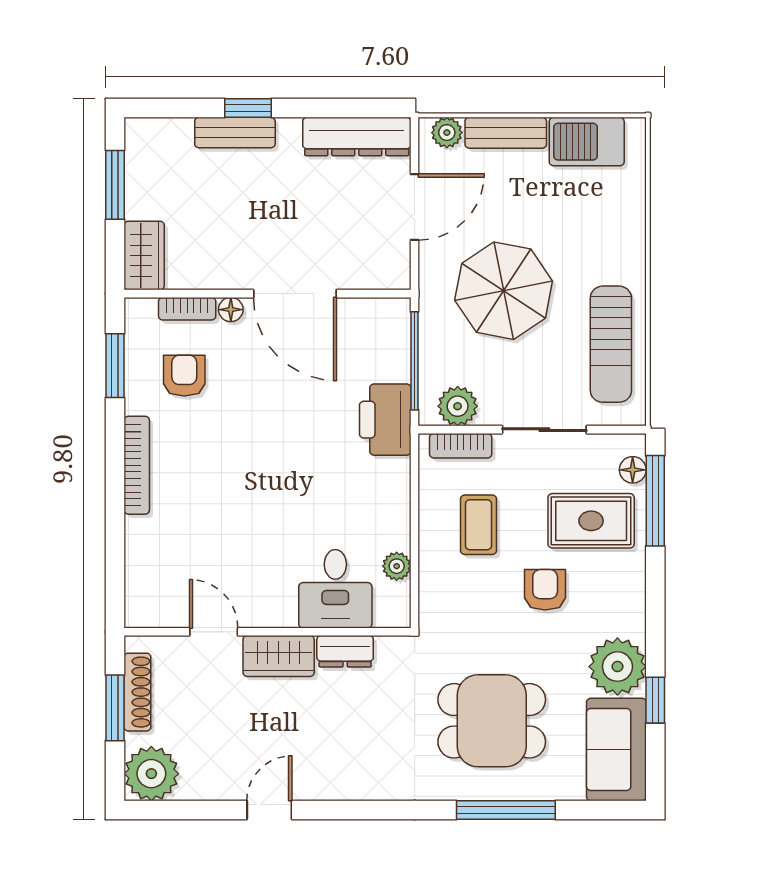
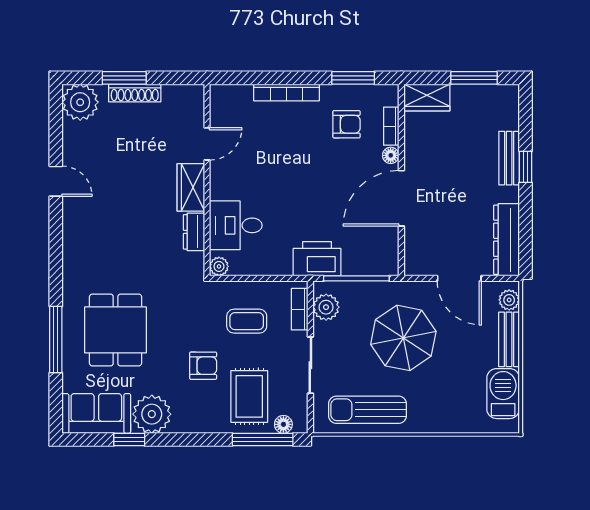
desk: (335, 589) -> (236, 225), moved
door: (214, 632) -> (207, 144), moved
wall: (267, 632) -> (207, 180), moved
dresser: (345, 651) -> (194, 232), moved
wardrobe: (279, 656) -> (191, 187), moved

